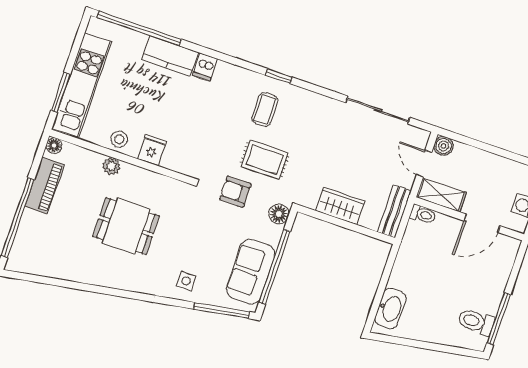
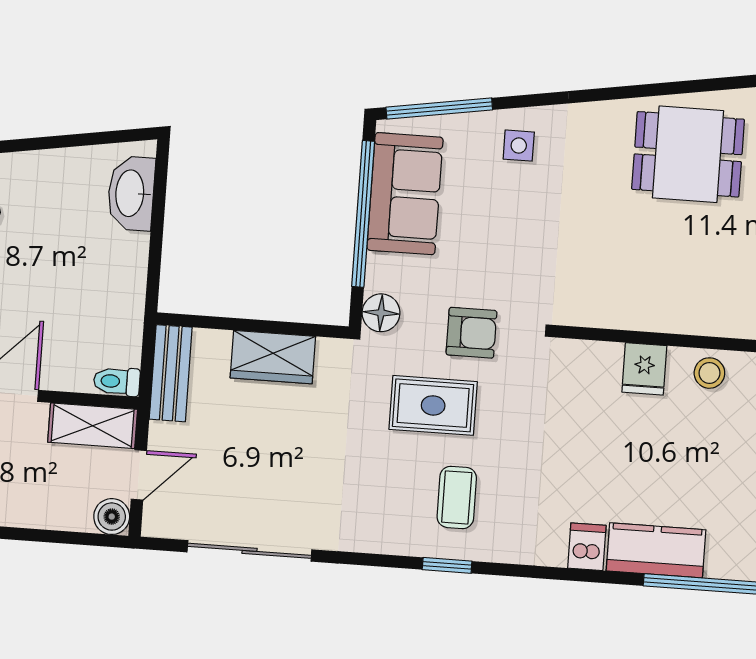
door: (424, 164) -> (139, 475), hinge flipped
plant: (111, 166) -> (711, 320), removed
dining table: (126, 226) -> (688, 154), moved

